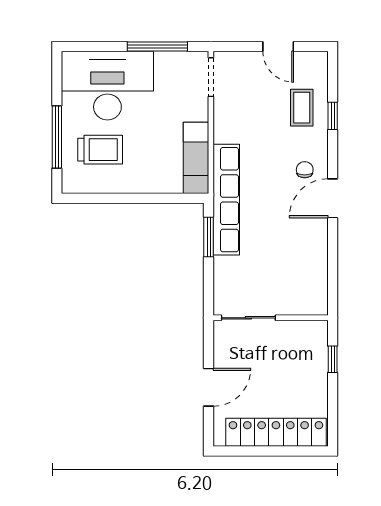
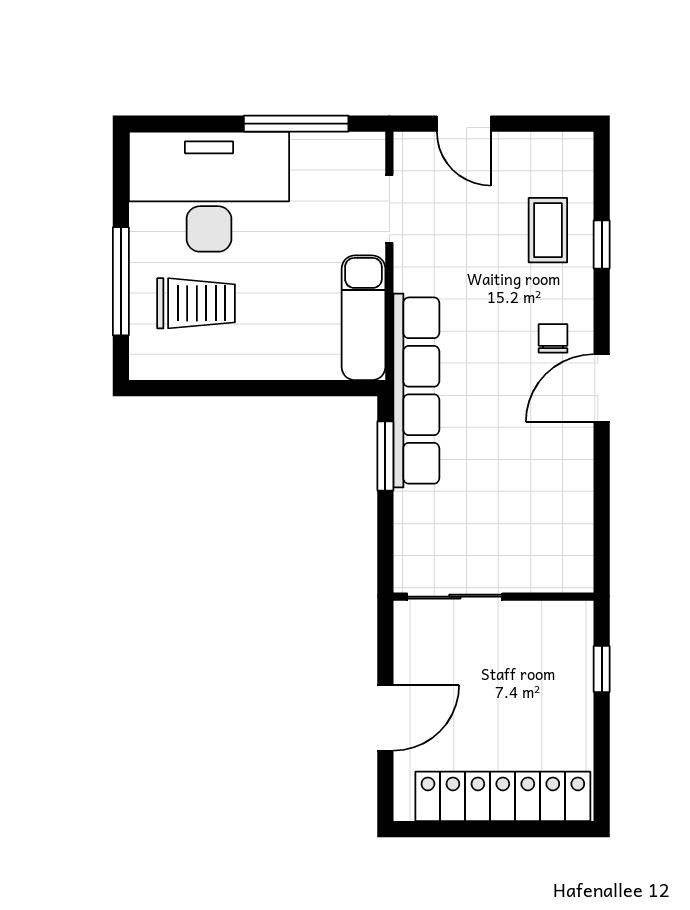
door: (278, 47) -> (464, 124), moved
doorway: (211, 77) -> (389, 209), moved

